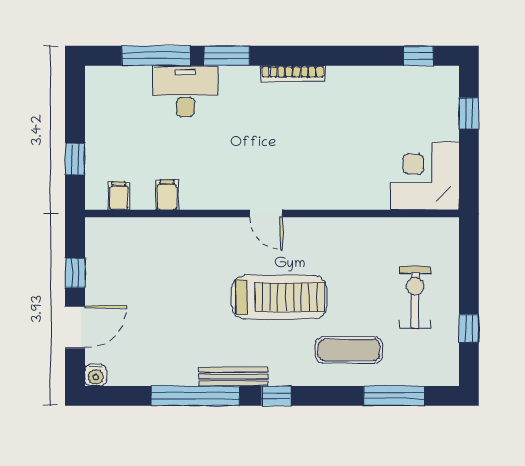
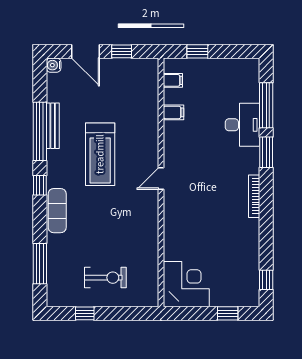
treadmill: (279, 297) -> (100, 154), moved
exercise mat: (349, 350) -> (57, 211), moved
bench: (233, 376) -> (53, 126), moved

